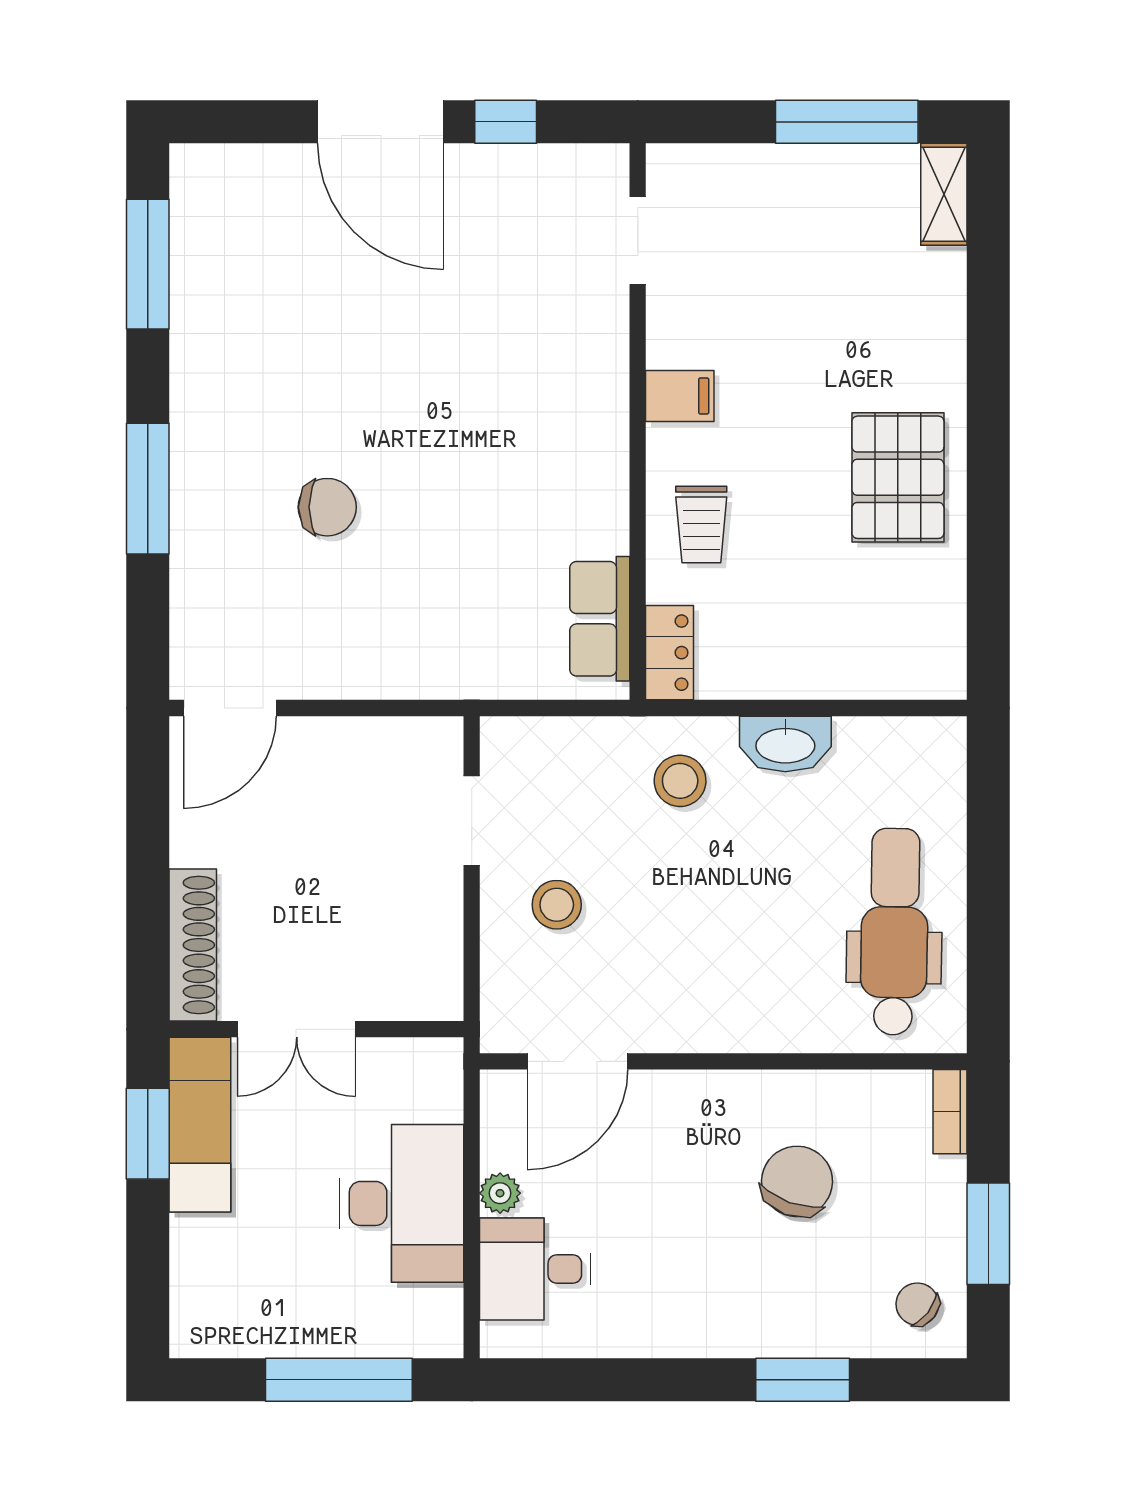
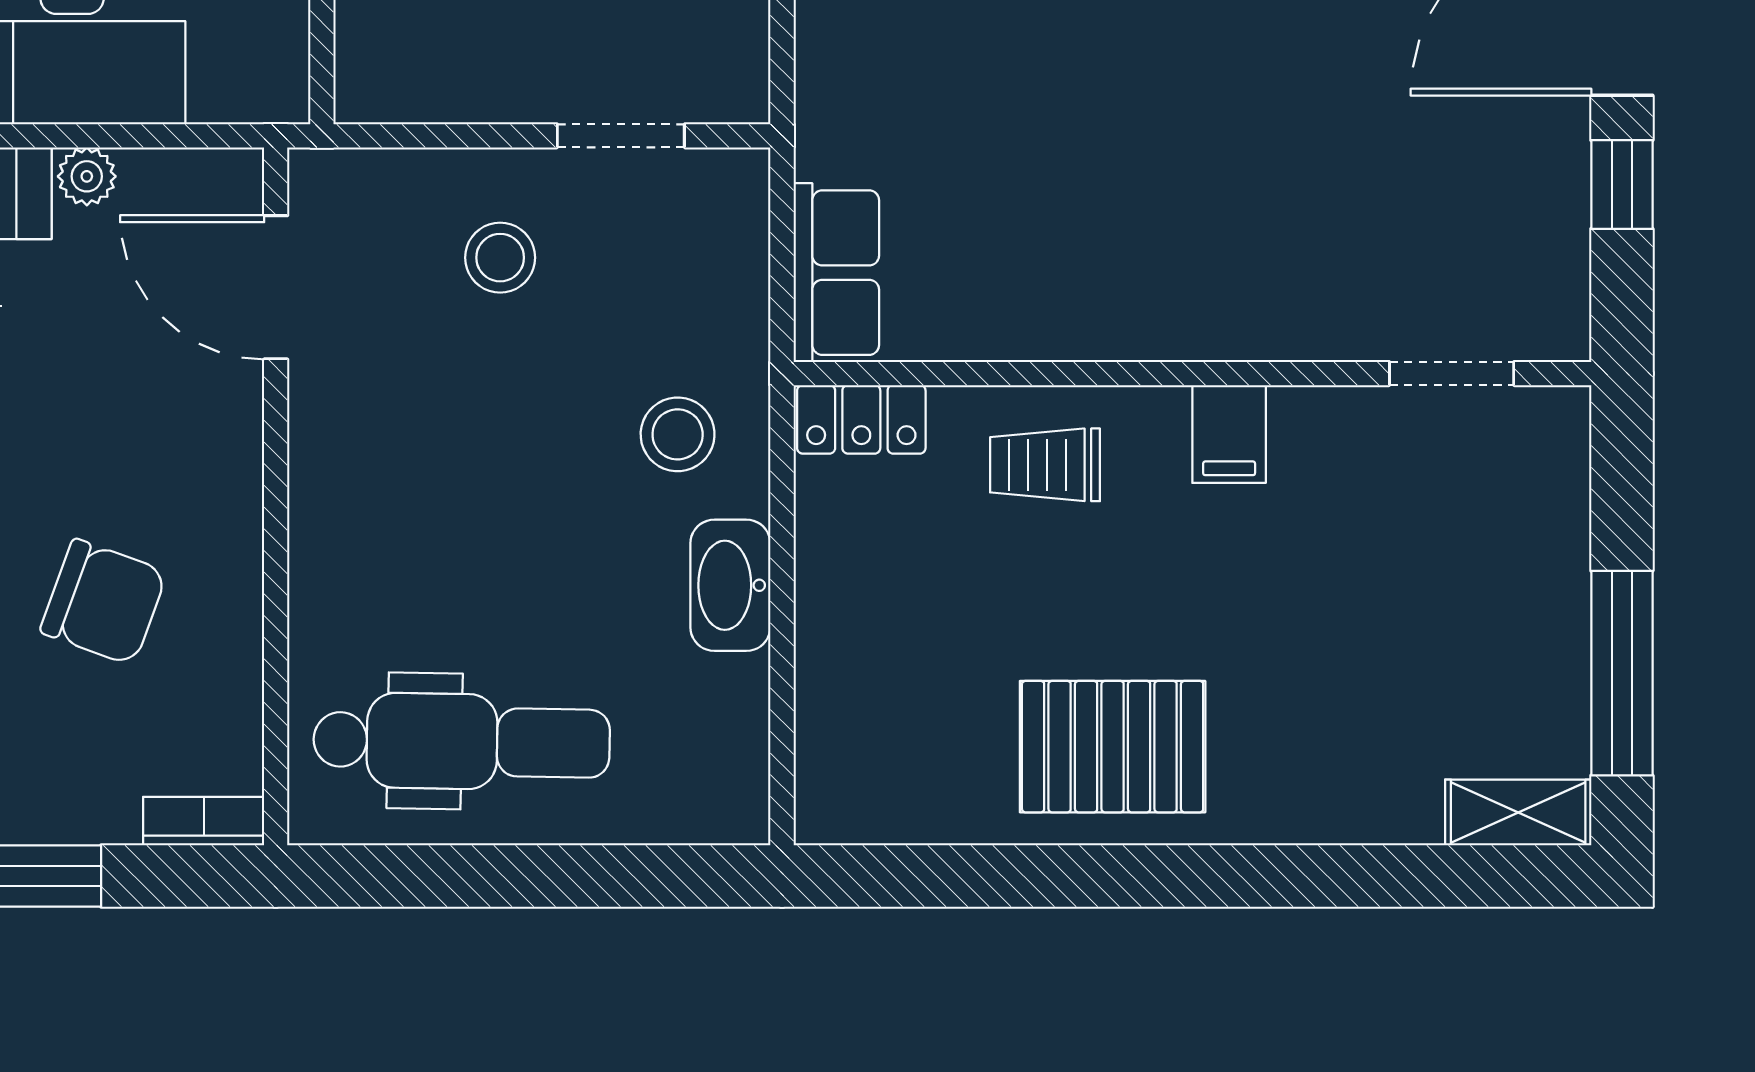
row of seats: (600, 619) -> (836, 273), moved, turned 90

